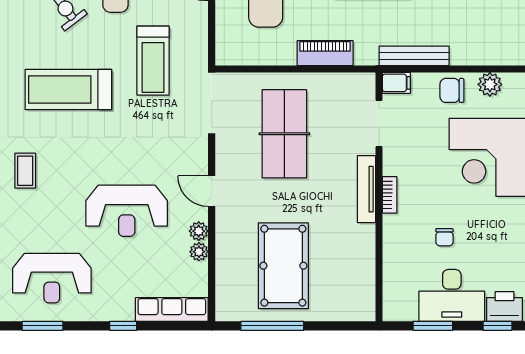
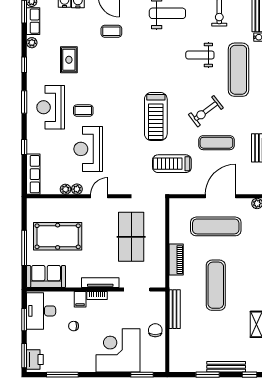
filing cabinet: (396, 83) -> (80, 299), moved
plant: (490, 84) -> (159, 351), removed
treadmill: (68, 90) -> (156, 116), turned 180
table tennis table: (284, 134) -> (131, 237), turned 90
coffee table: (25, 171) -> (83, 111), moved
sofa: (356, 286) -> (46, 276), added
desk: (452, 295) -> (41, 311), moved
window: (272, 326) -> (24, 248), moved
window: (497, 326) -> (24, 356), width x1.50

